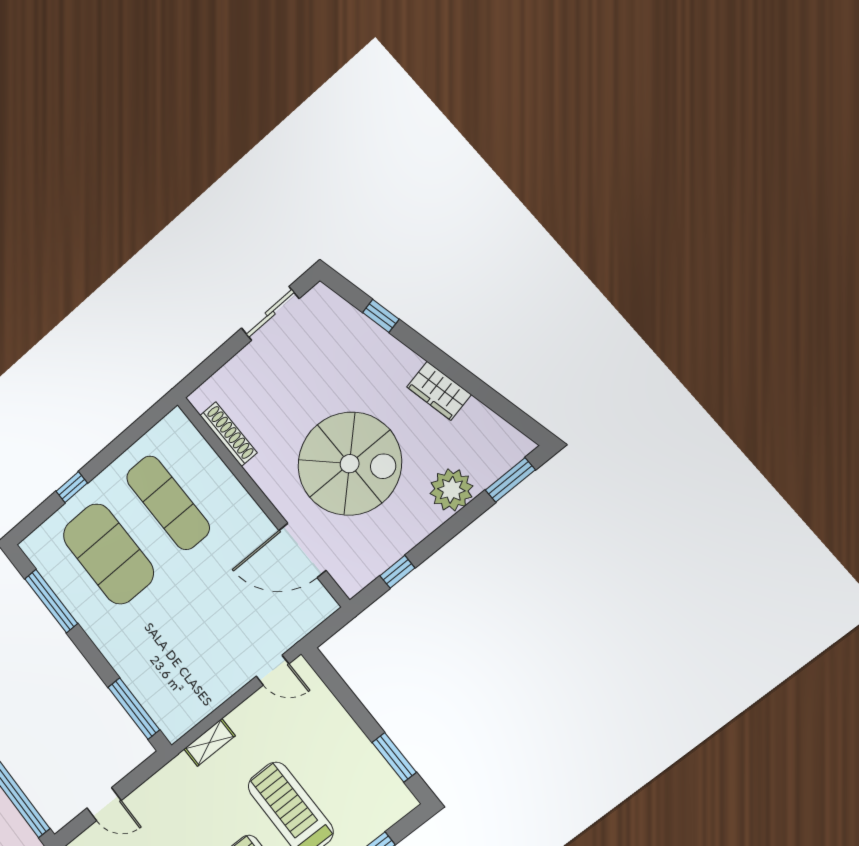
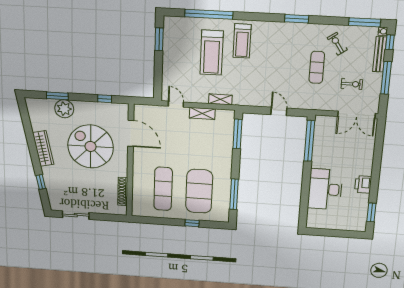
wardrobe: (439, 391) -> (43, 148), width x1.50
window: (510, 480) -> (57, 96), moved
shelving: (218, 692) -> (202, 113), added

